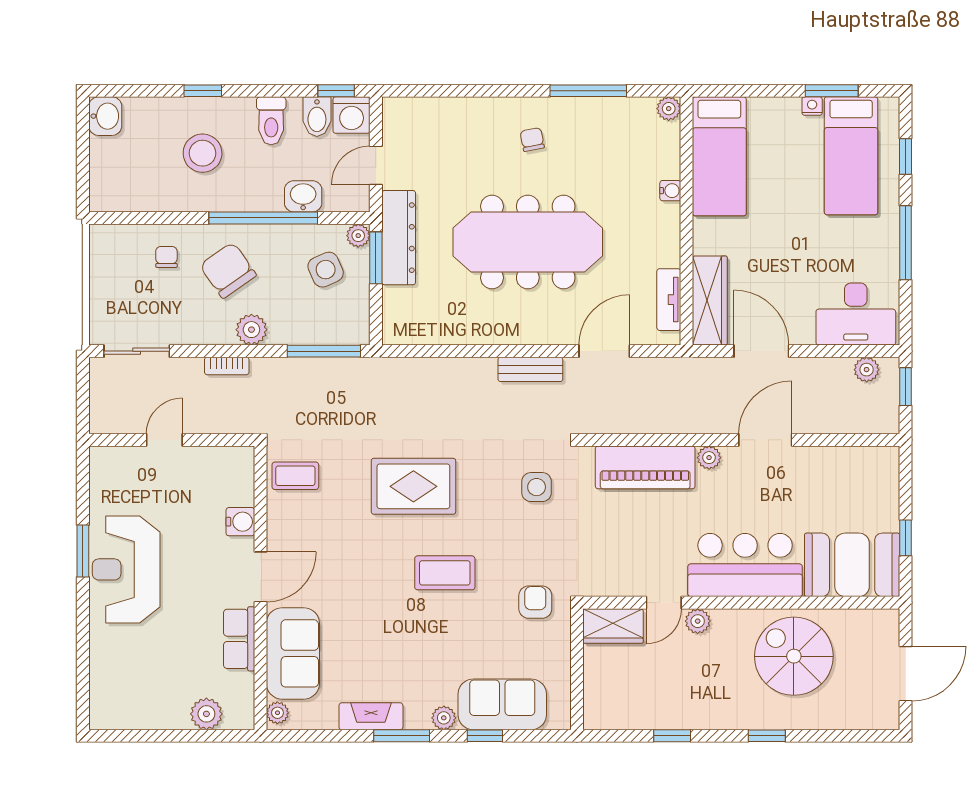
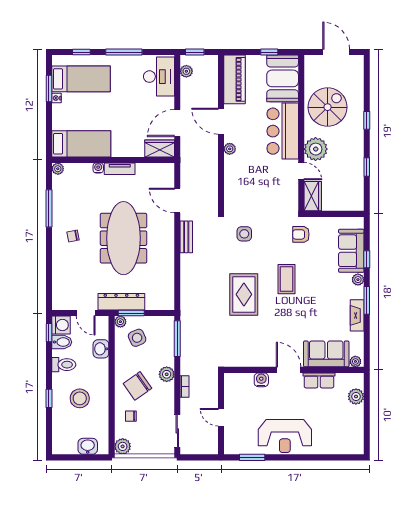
washbasin: (105, 116) -> (88, 446), moved
window: (263, 218) -> (112, 369), removed
plant: (105, 240) -> (123, 446), added
tv unit: (669, 300) -> (120, 169), moved
wardrobe: (710, 300) -> (160, 148), width x0.67
piano: (645, 467) -> (235, 79), moved
coffee table: (295, 476) -> (239, 353), removed
window: (83, 551) -> (252, 457), moved
plant: (698, 621) -> (316, 149), width x1.87, depth x1.87
spiral stairs: (794, 656) -> (328, 107), turned 180

